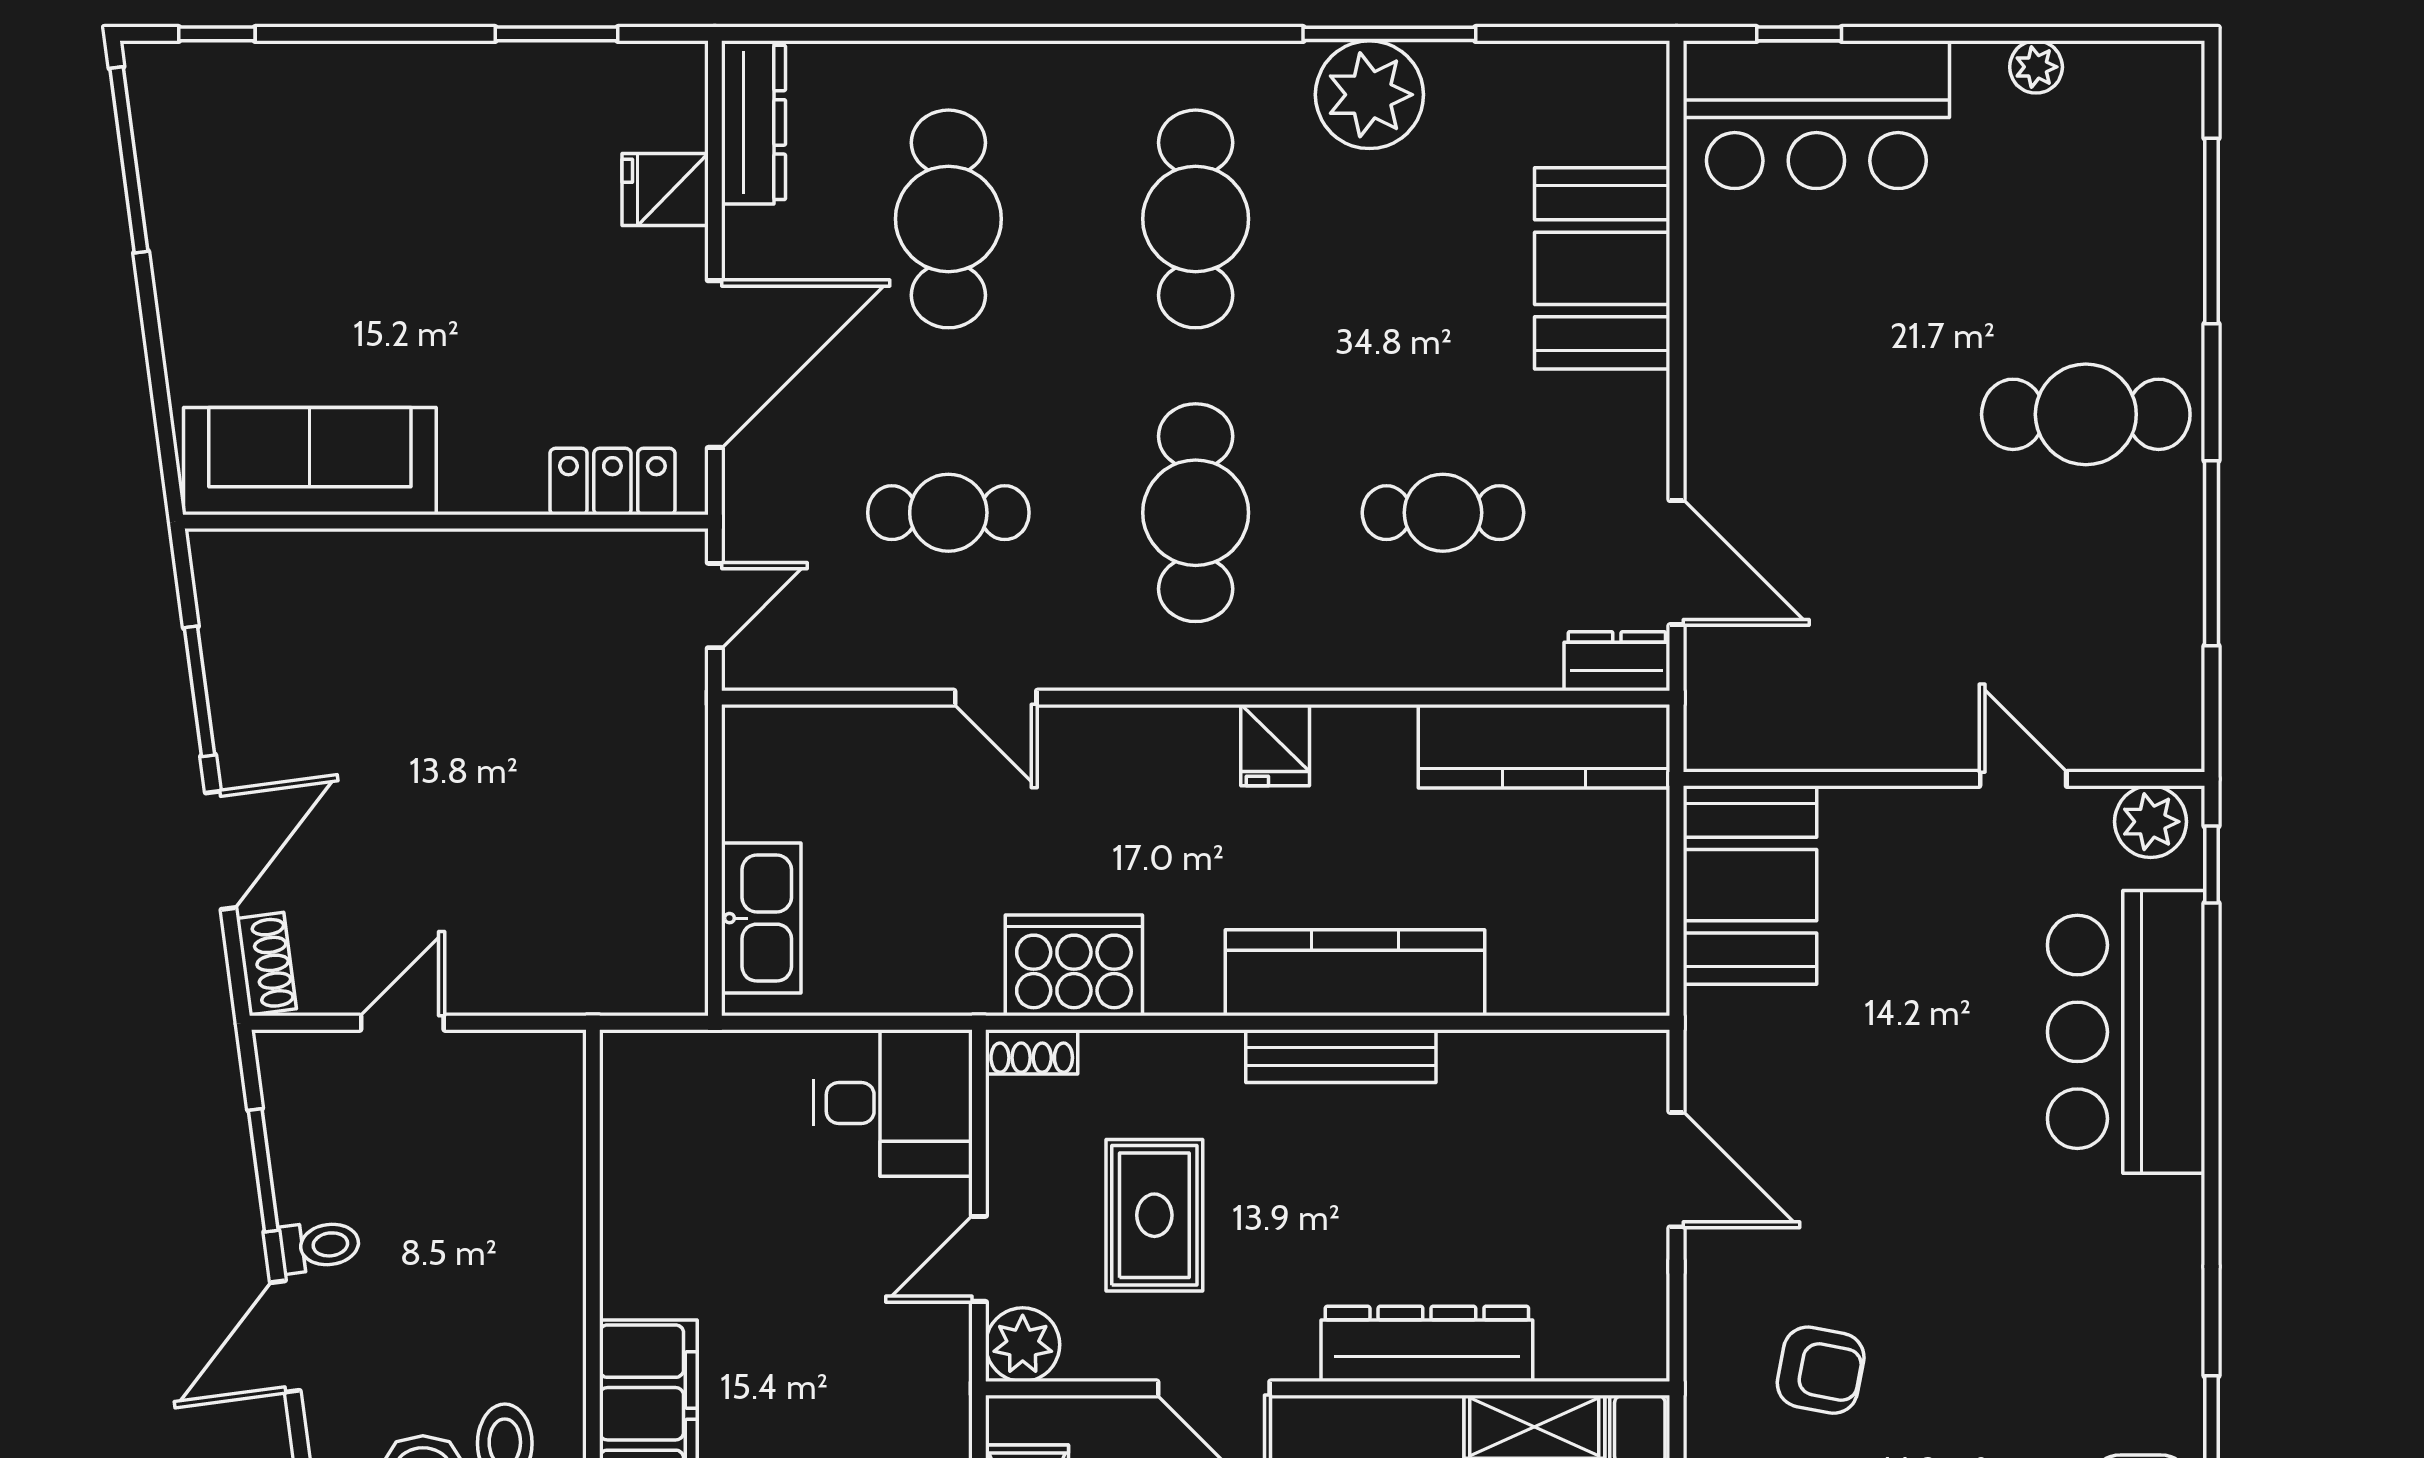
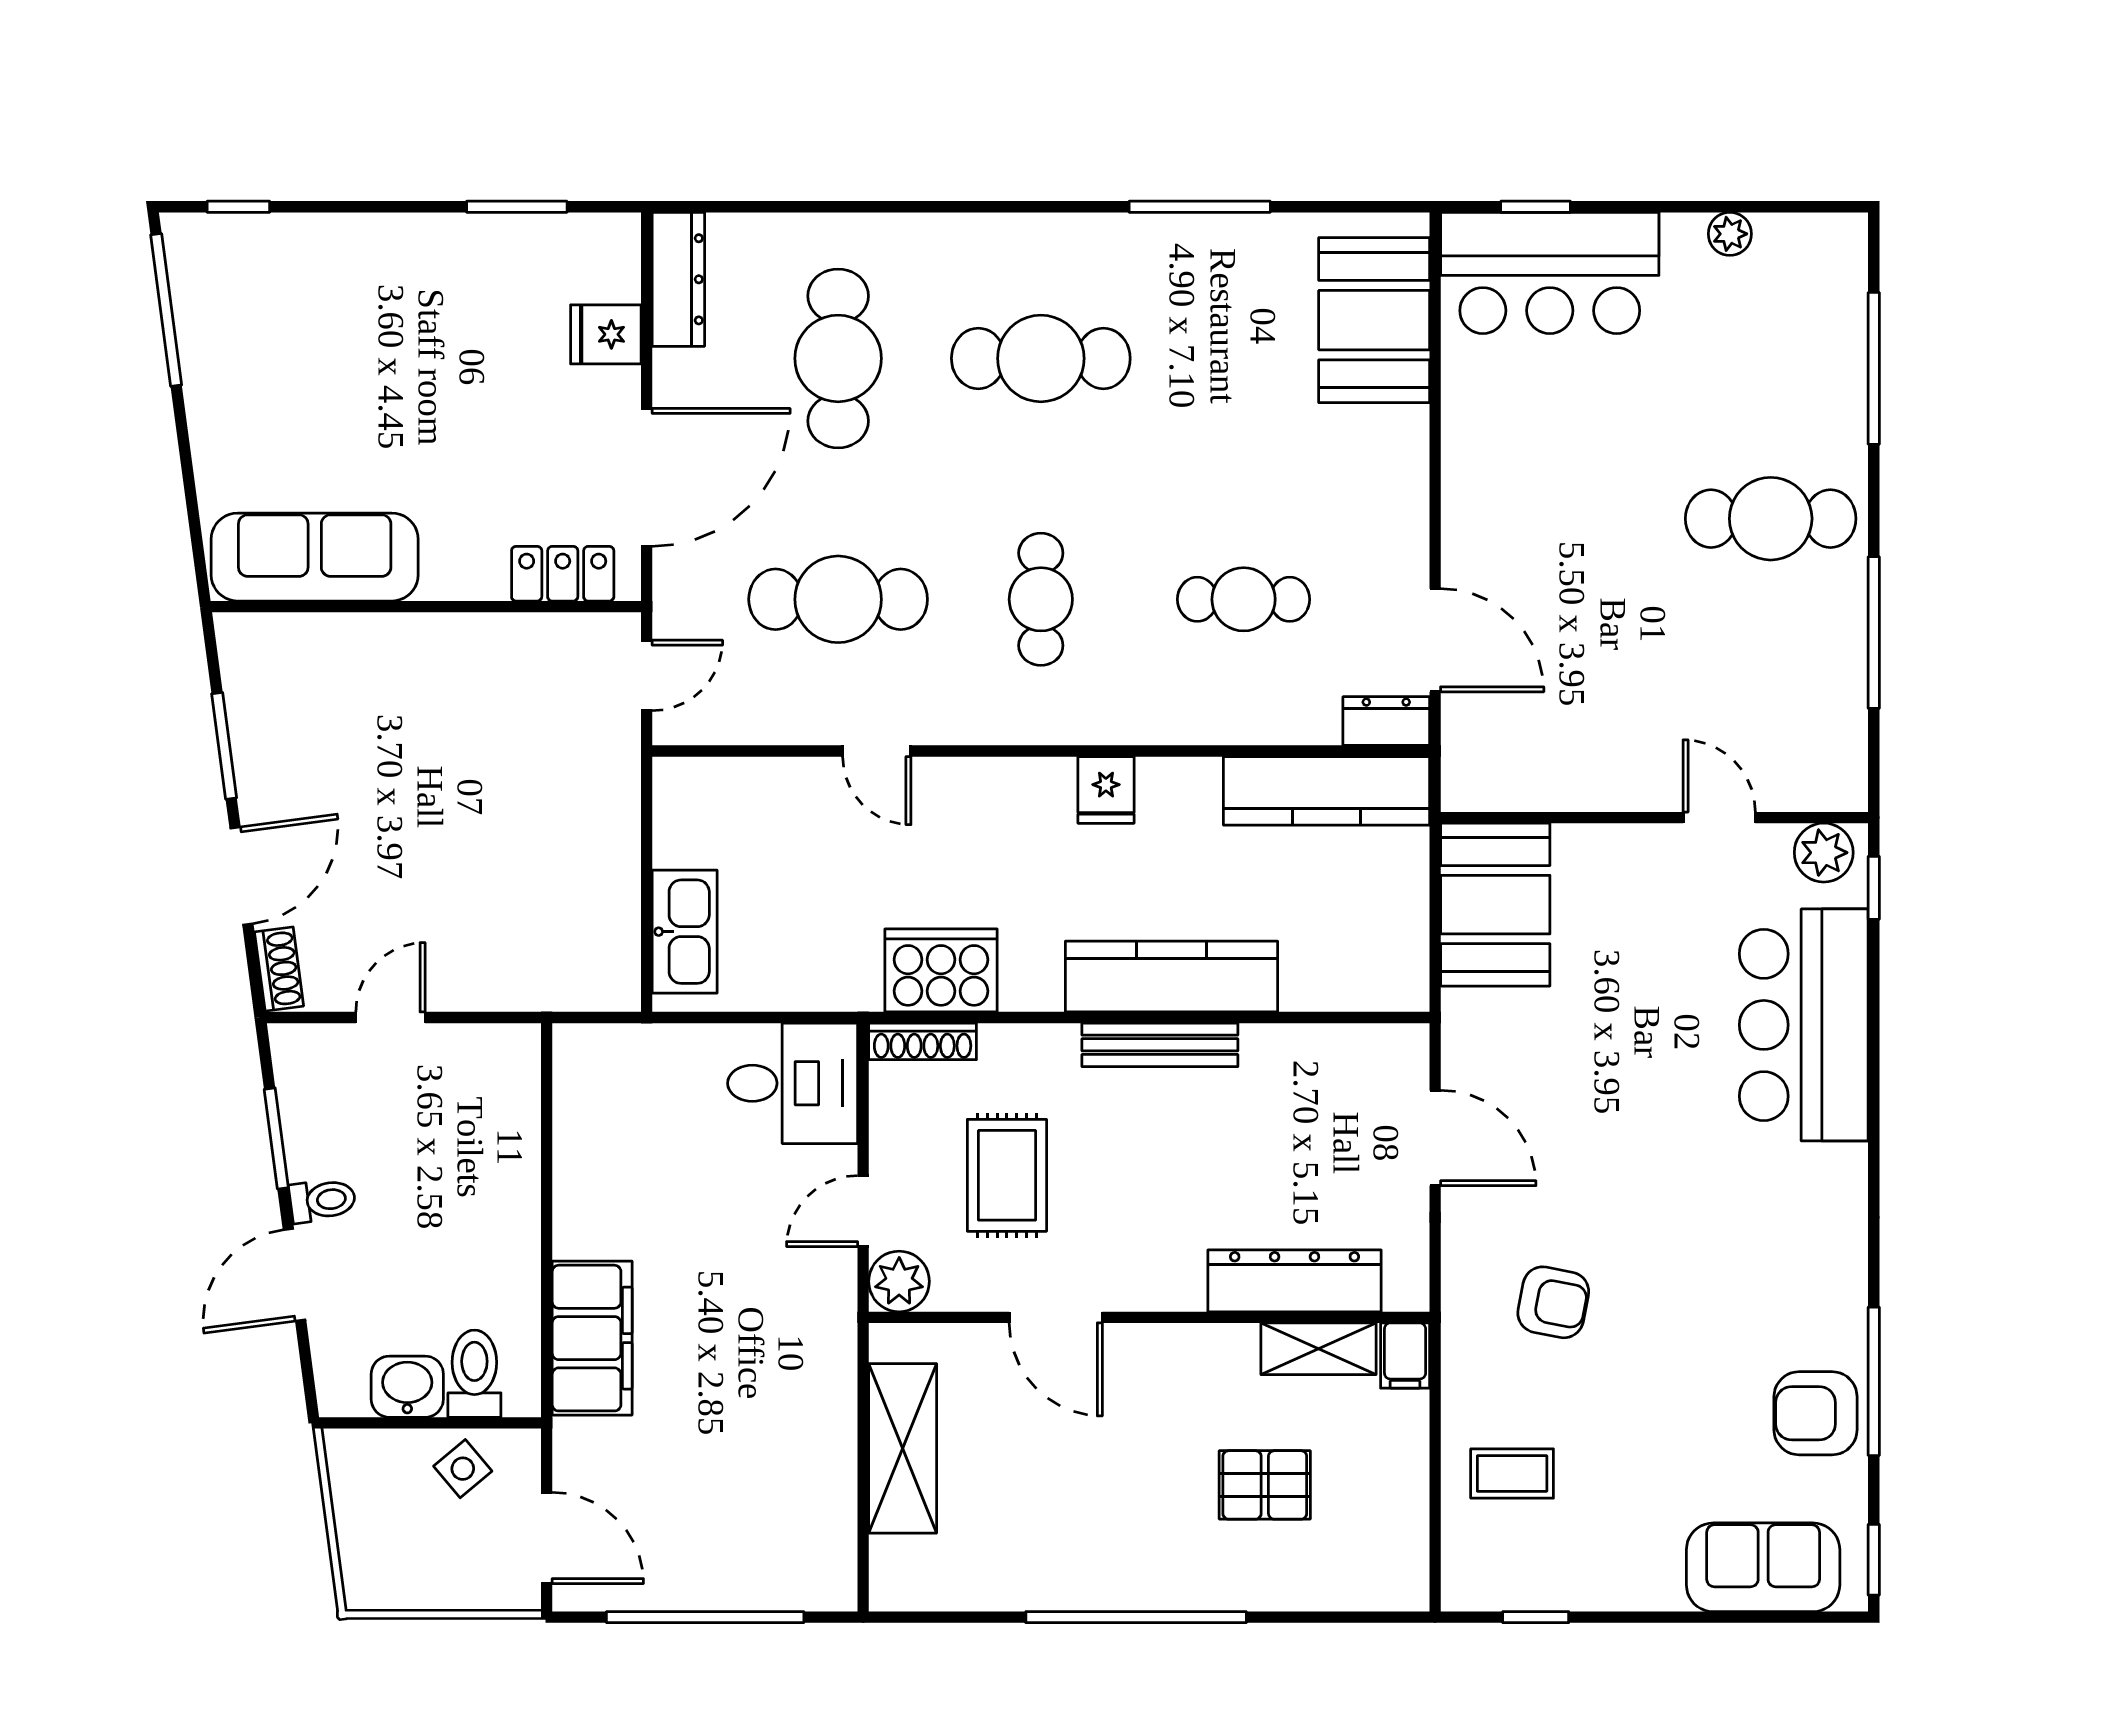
plant: (1369, 95) -> (1183, 257), removed
cafe table: (1196, 219) -> (1041, 358), turned 90
booth: (1602, 268) -> (1374, 320), moved
cafe table: (948, 513) -> (838, 599), width x1.37, depth x1.35
cafe table: (1196, 513) -> (1041, 599), width x0.73, depth x0.74
shoe rack: (1032, 1052) -> (923, 1041), width x1.43
dresser: (1427, 1344) -> (1295, 1281), moved

